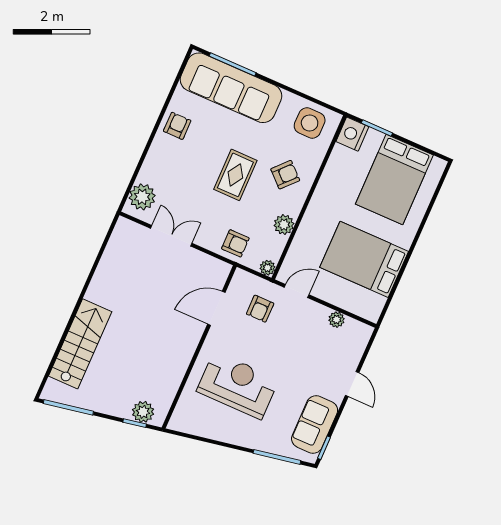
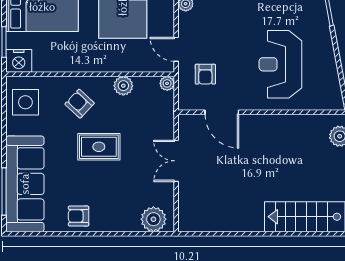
double door: (171, 236) -> (176, 161), moved
armchair: (235, 243) -> (158, 121), removed
armchair: (260, 309) -> (205, 74), turned 90

